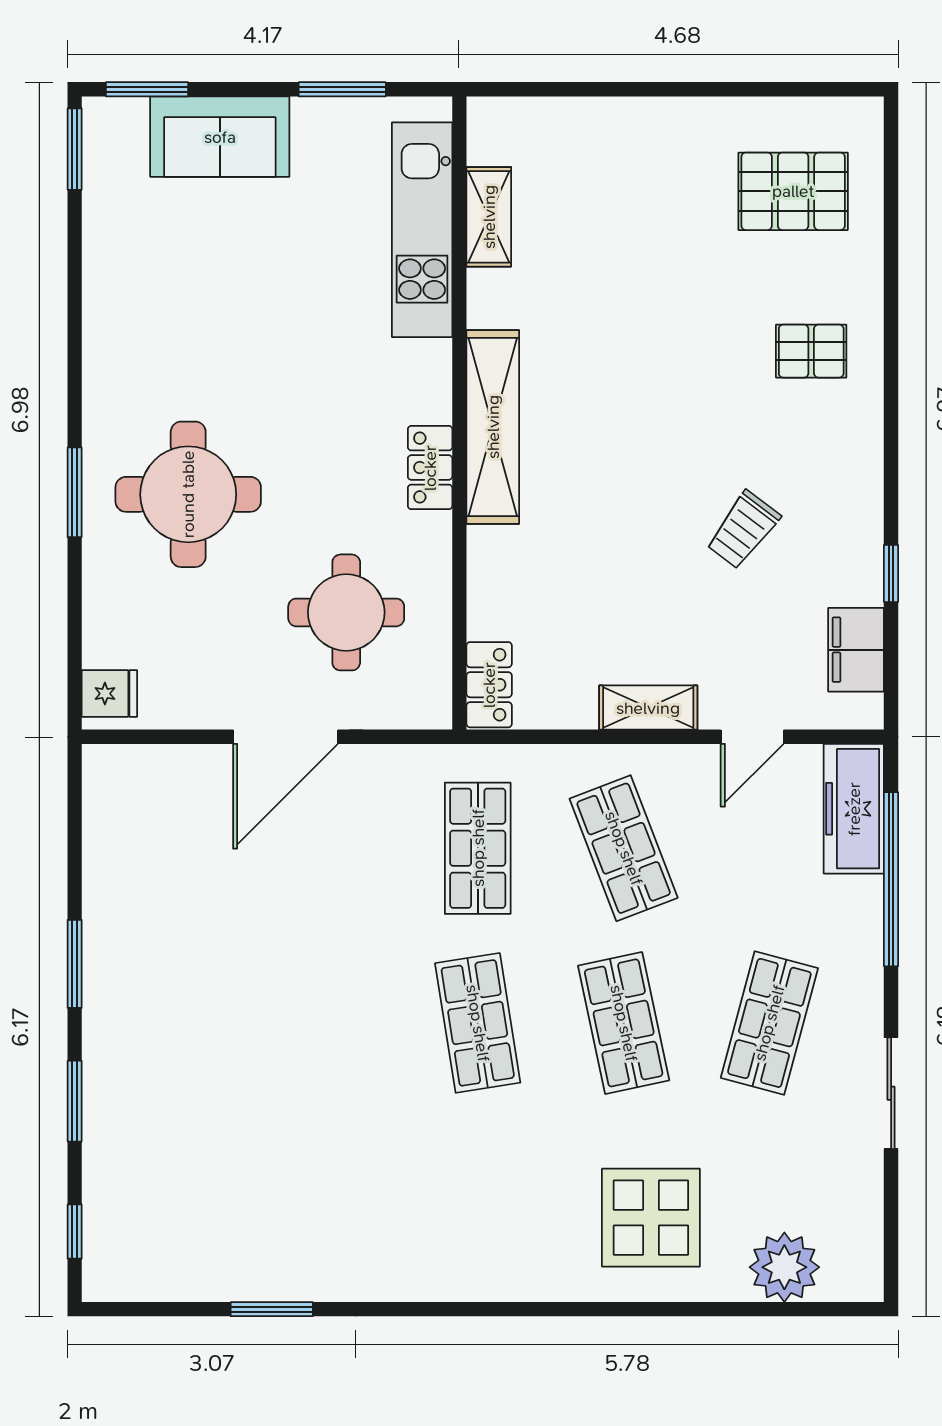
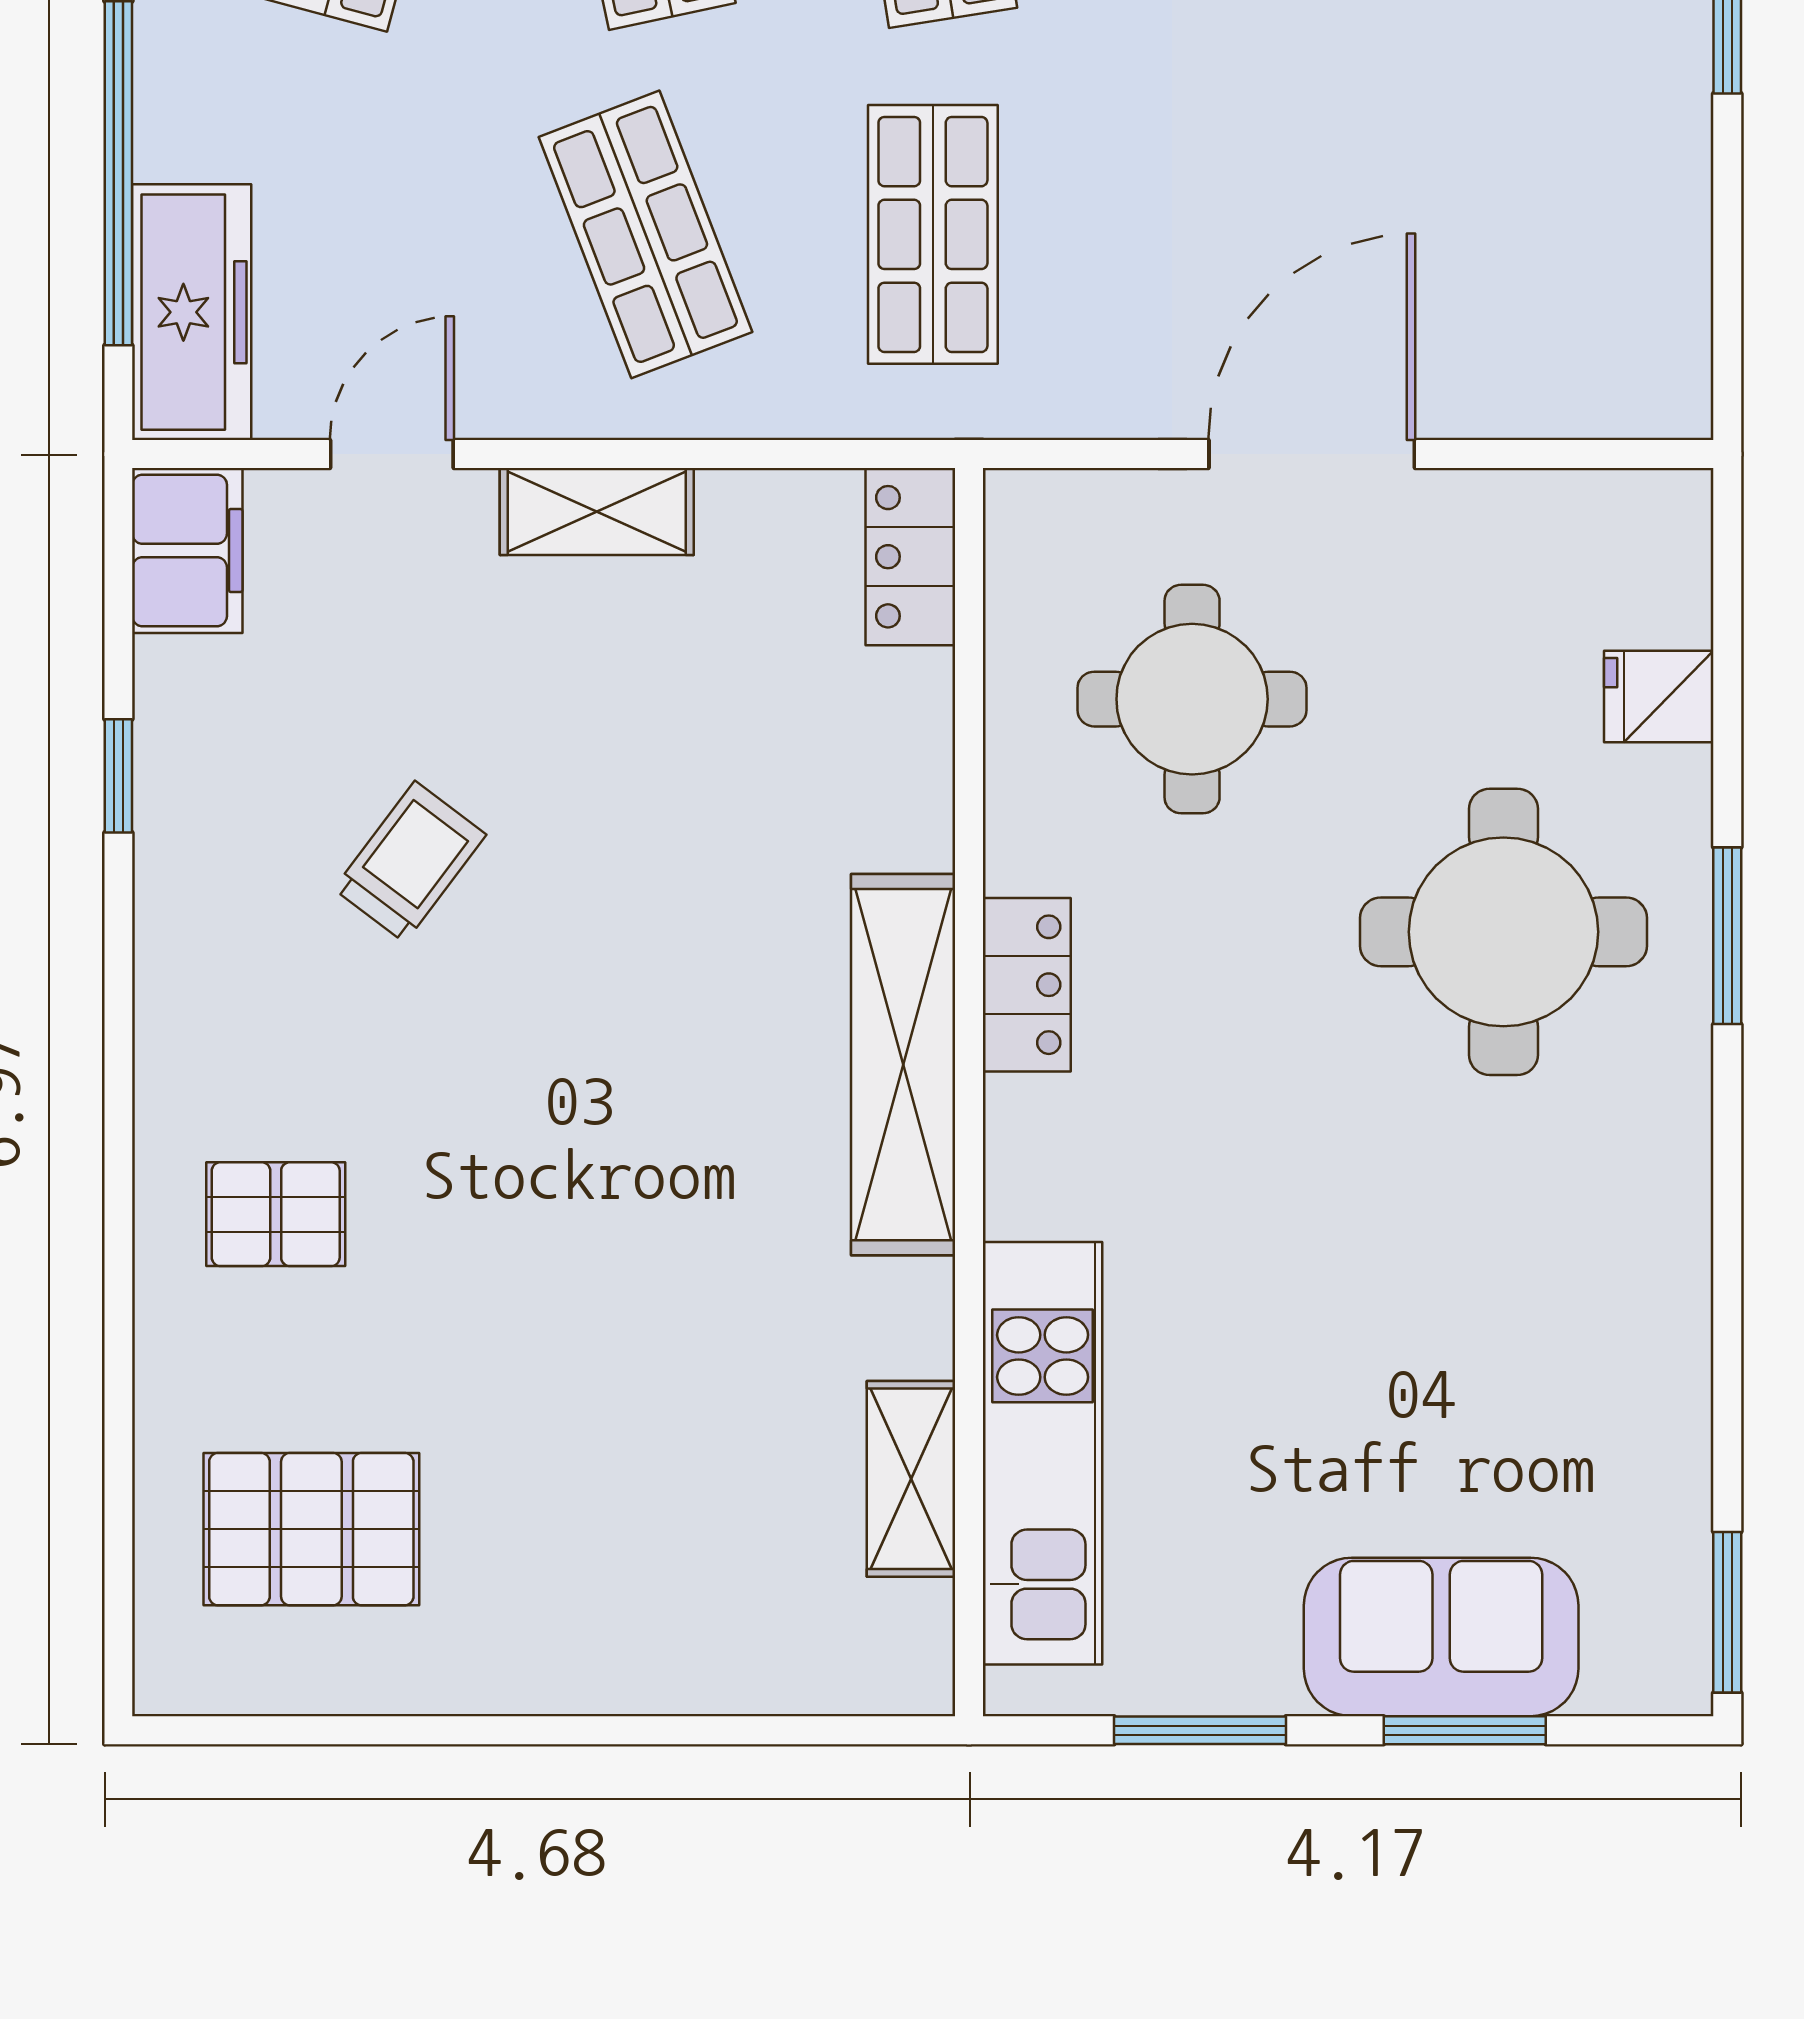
window: (147, 89) -> (1465, 1730), moved
filing cabinet: (856, 650) -> (187, 550), moved
fridge: (109, 694) -> (1659, 697), moved

